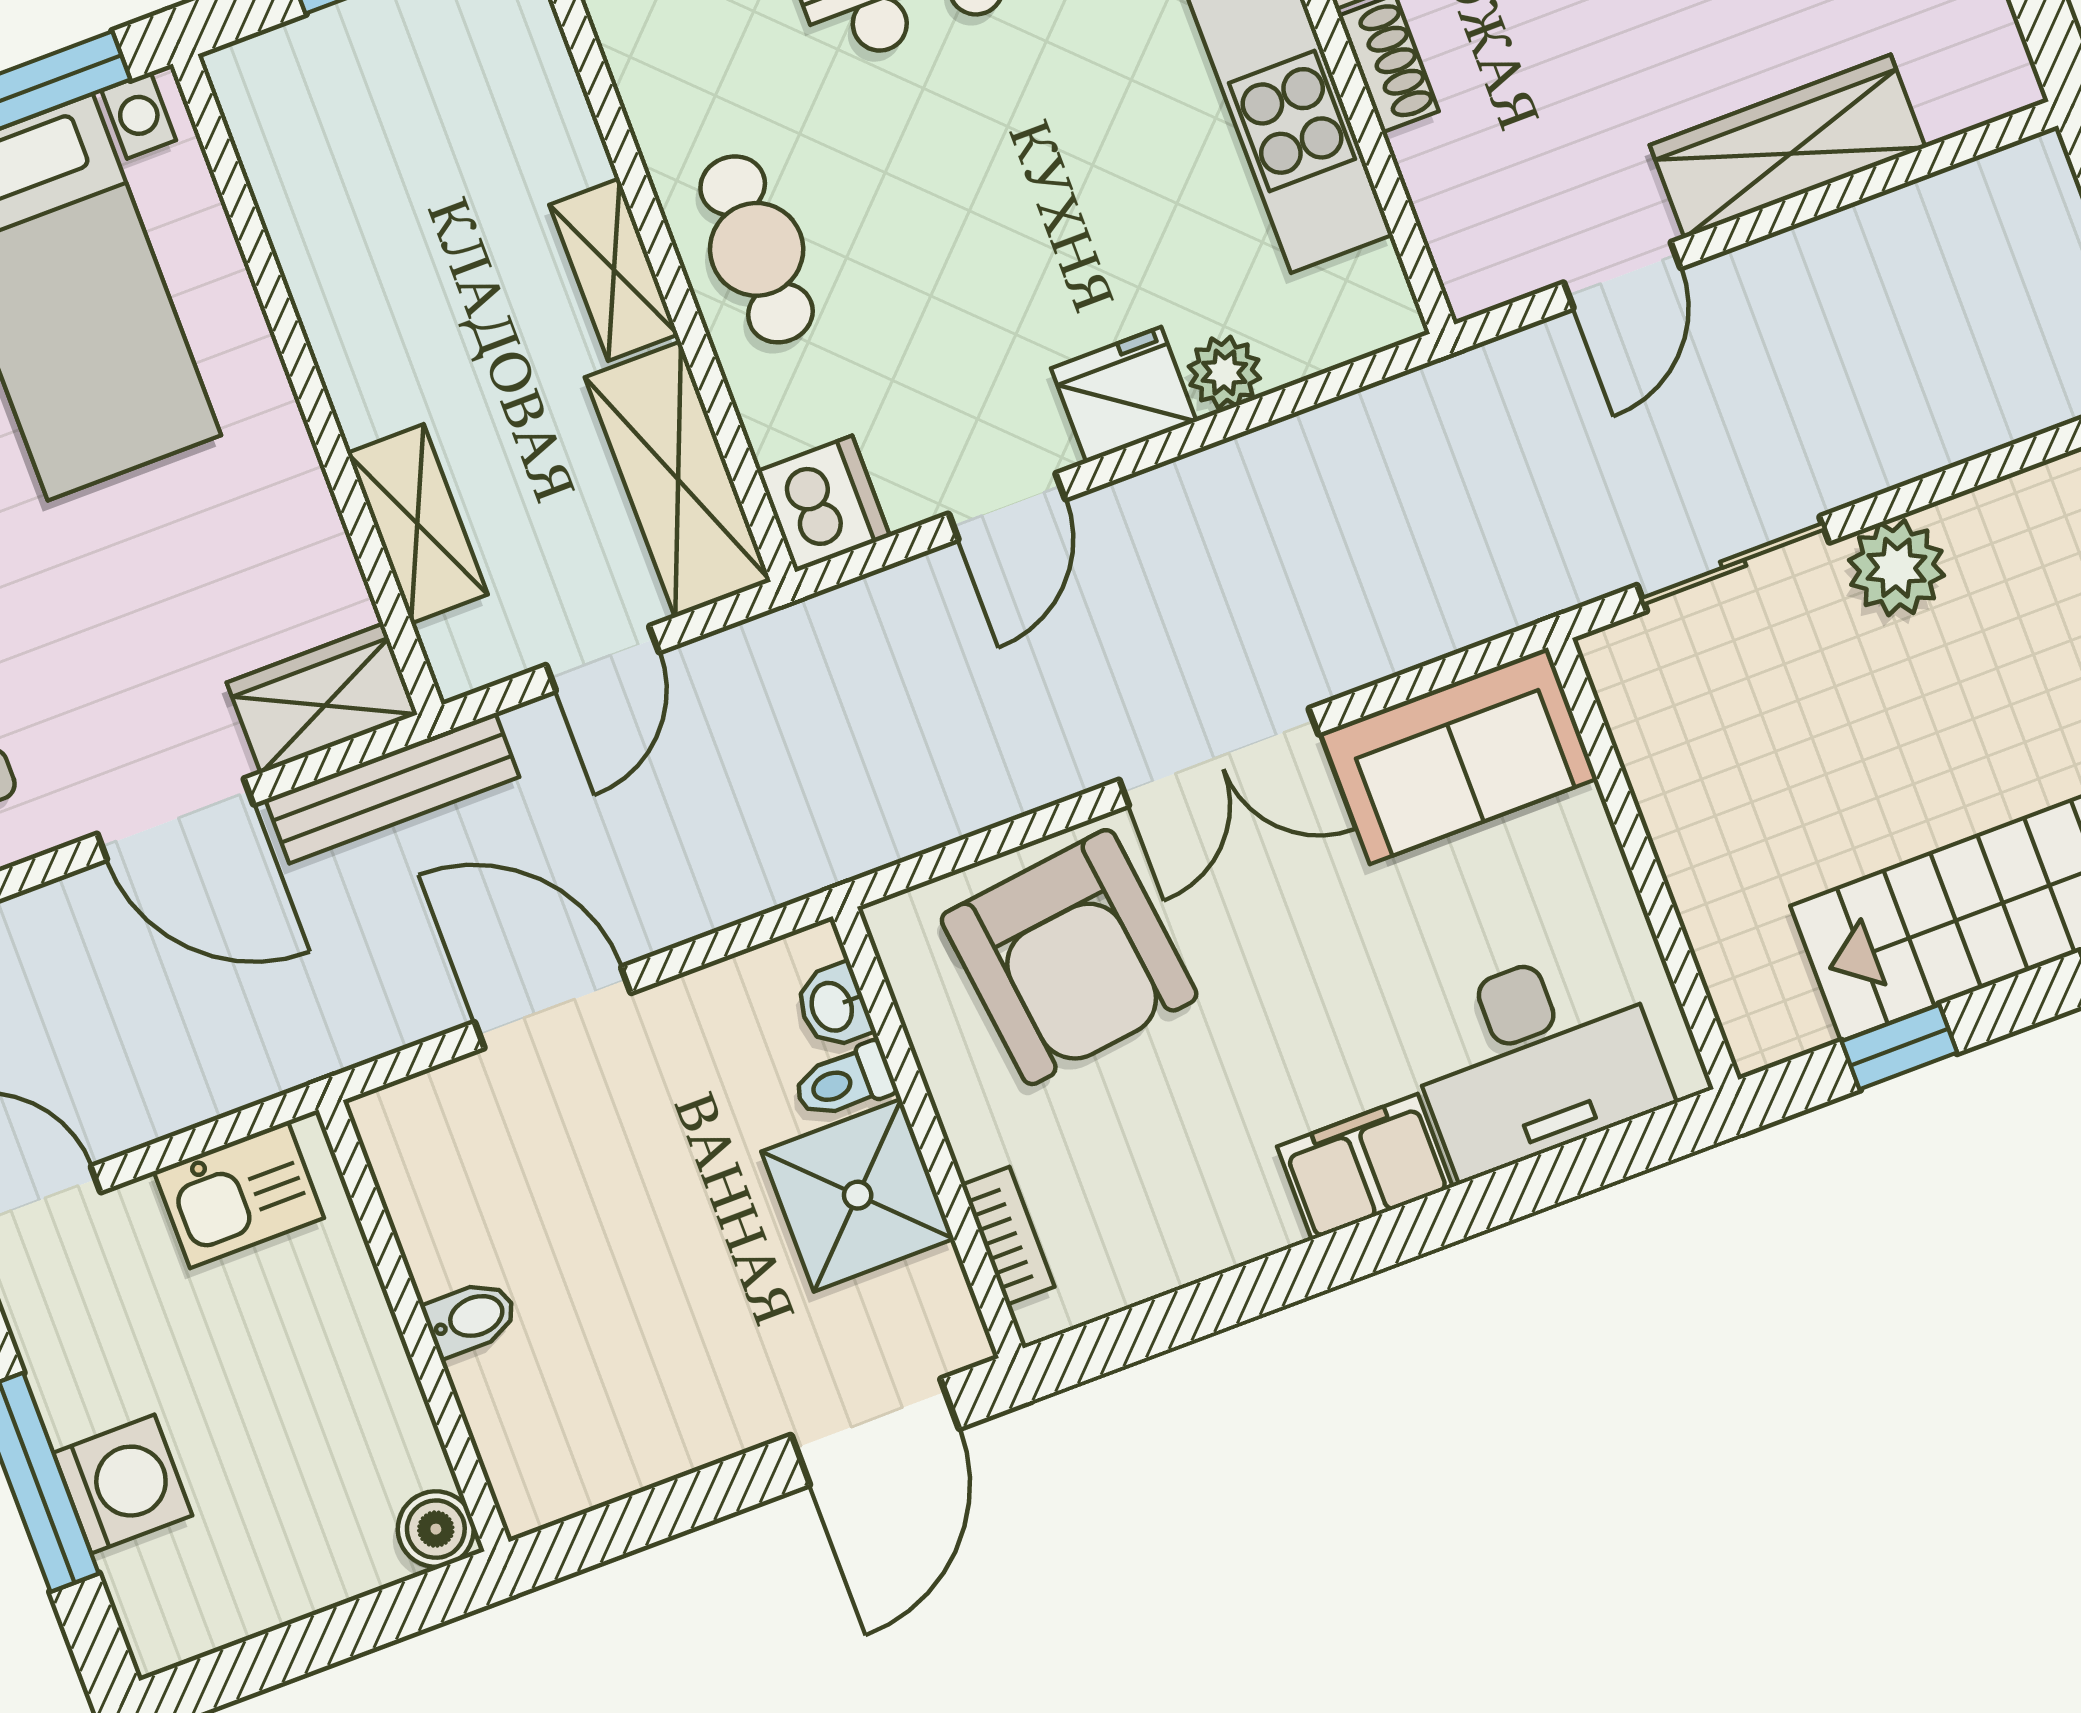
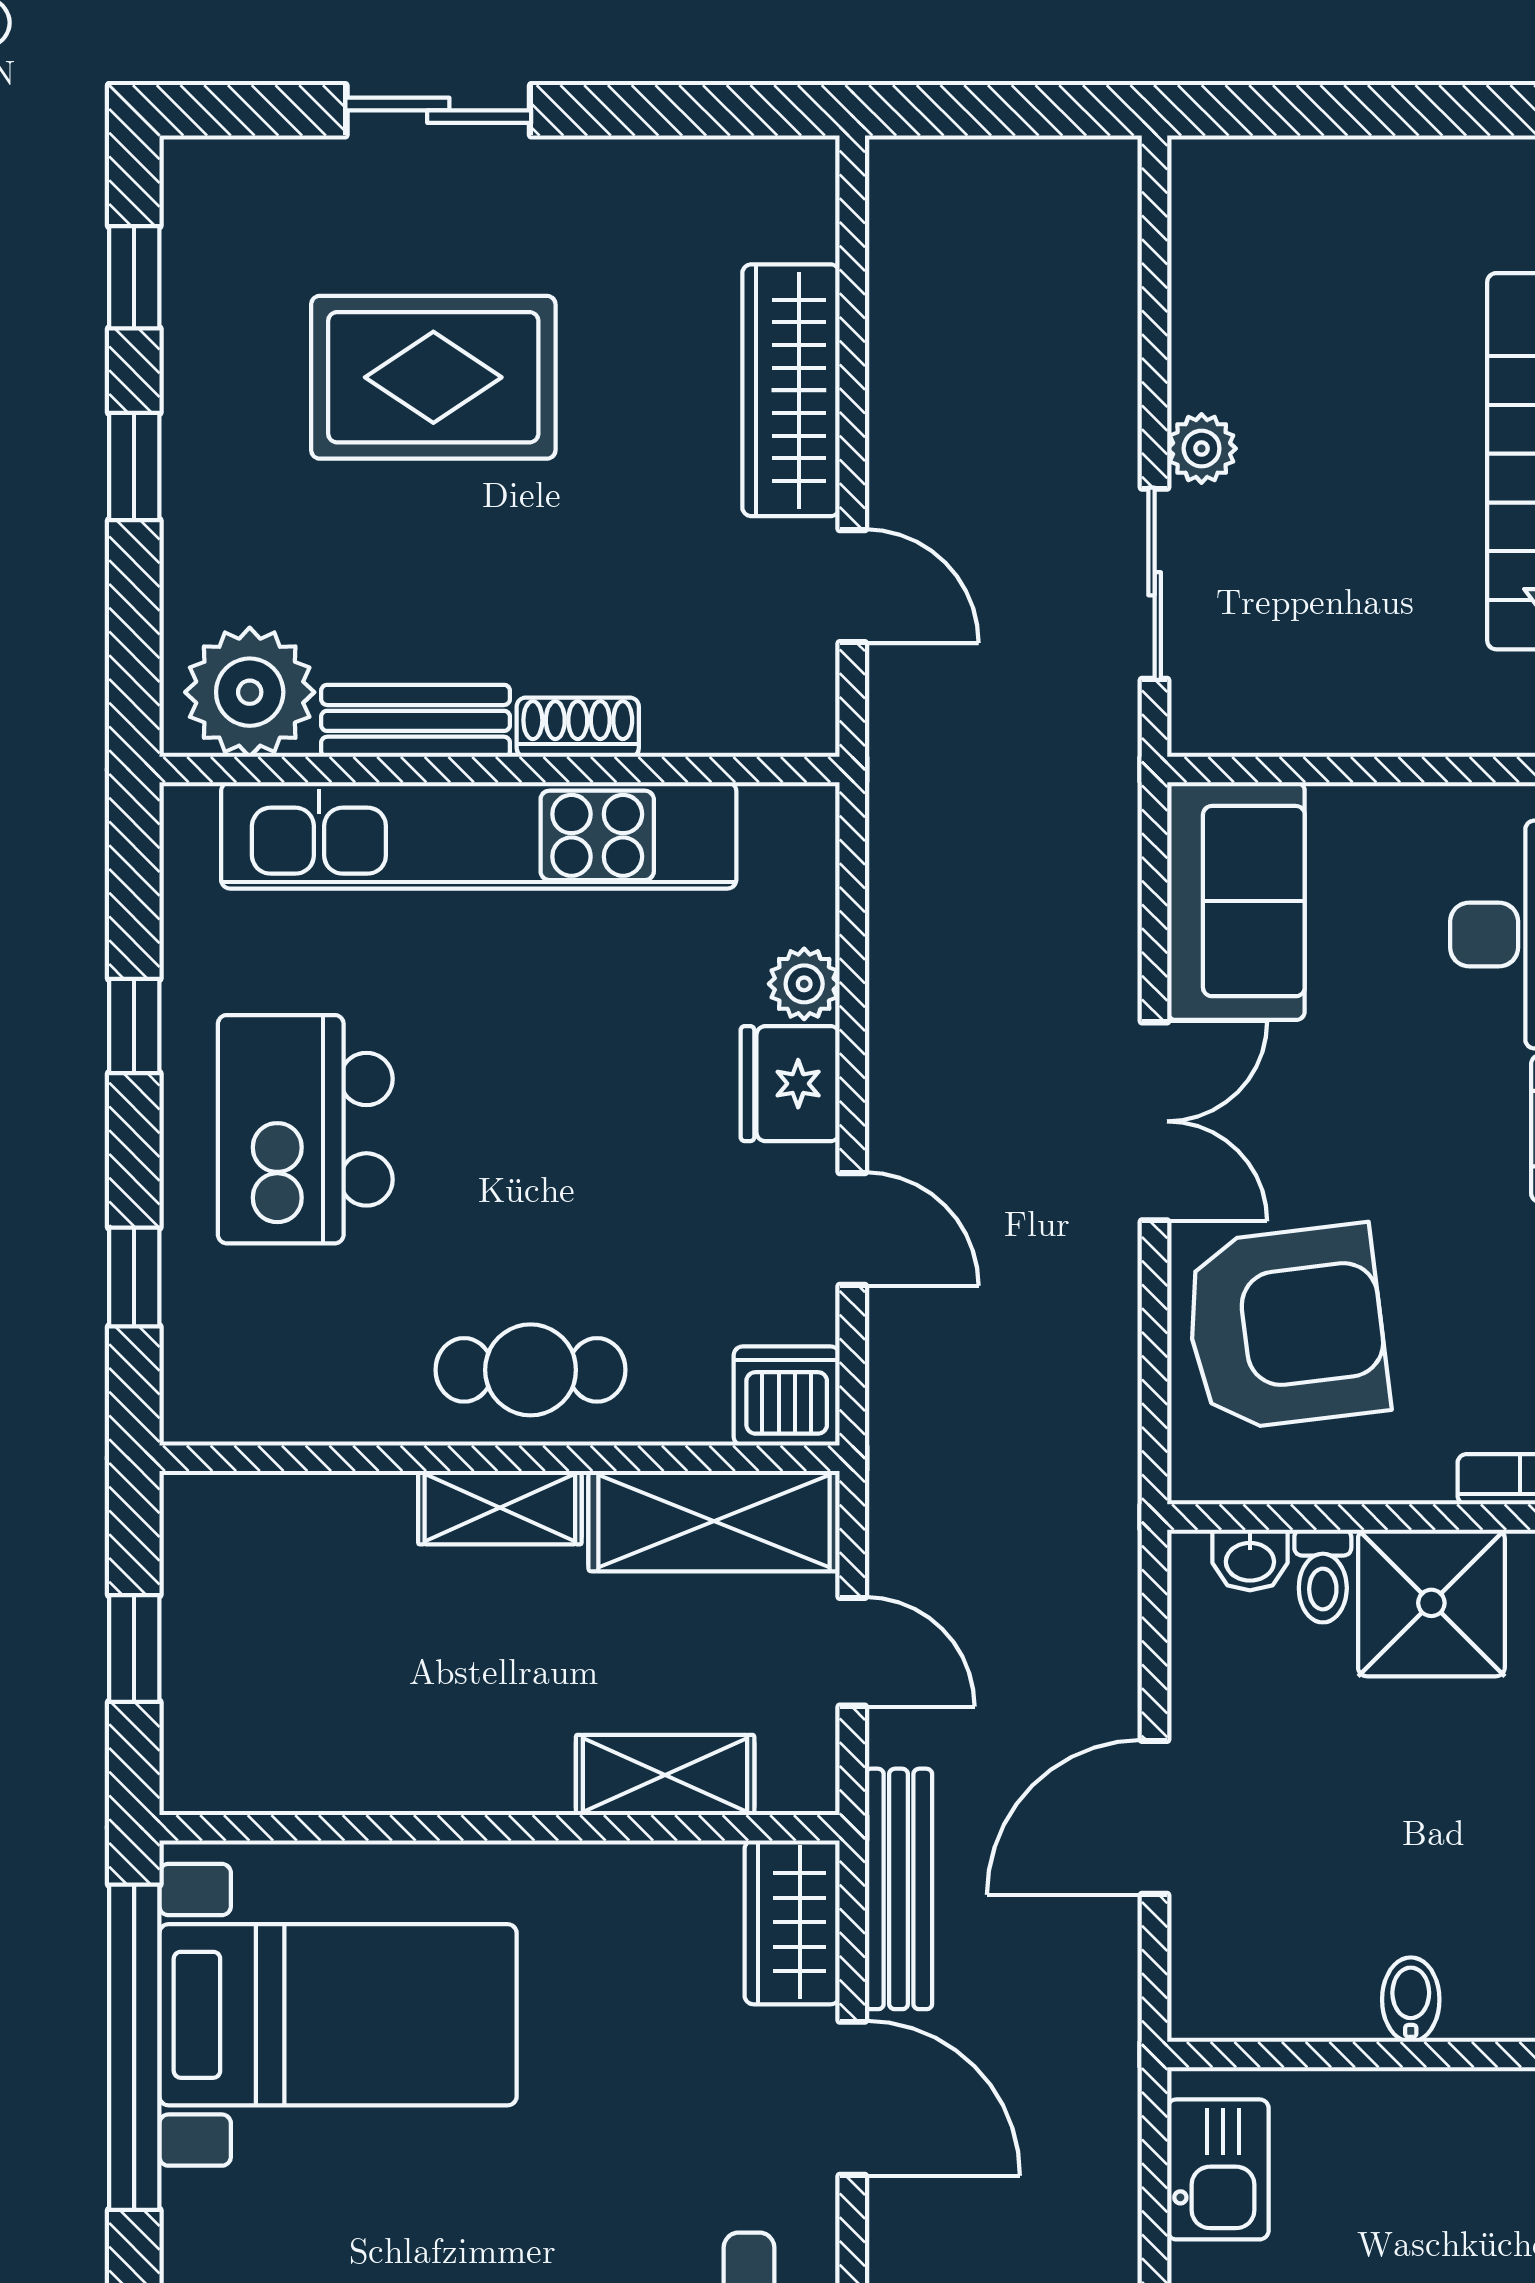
plant: (1896, 568) -> (1202, 449), width x0.73, depth x0.73
door: (175, 819) -> (852, 2098), hinge flipped

